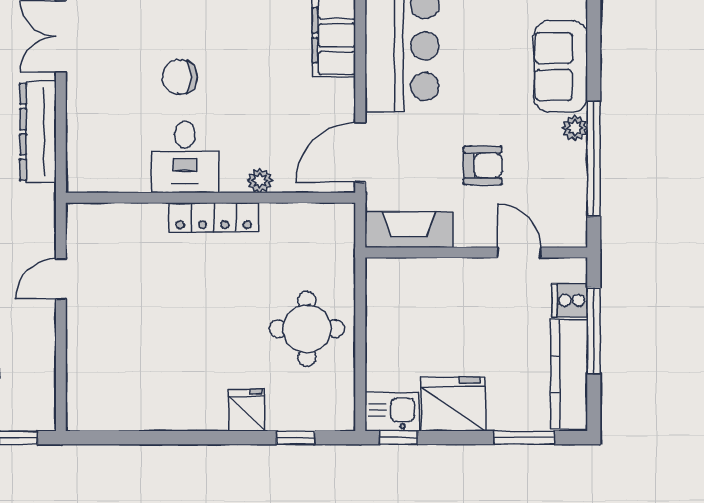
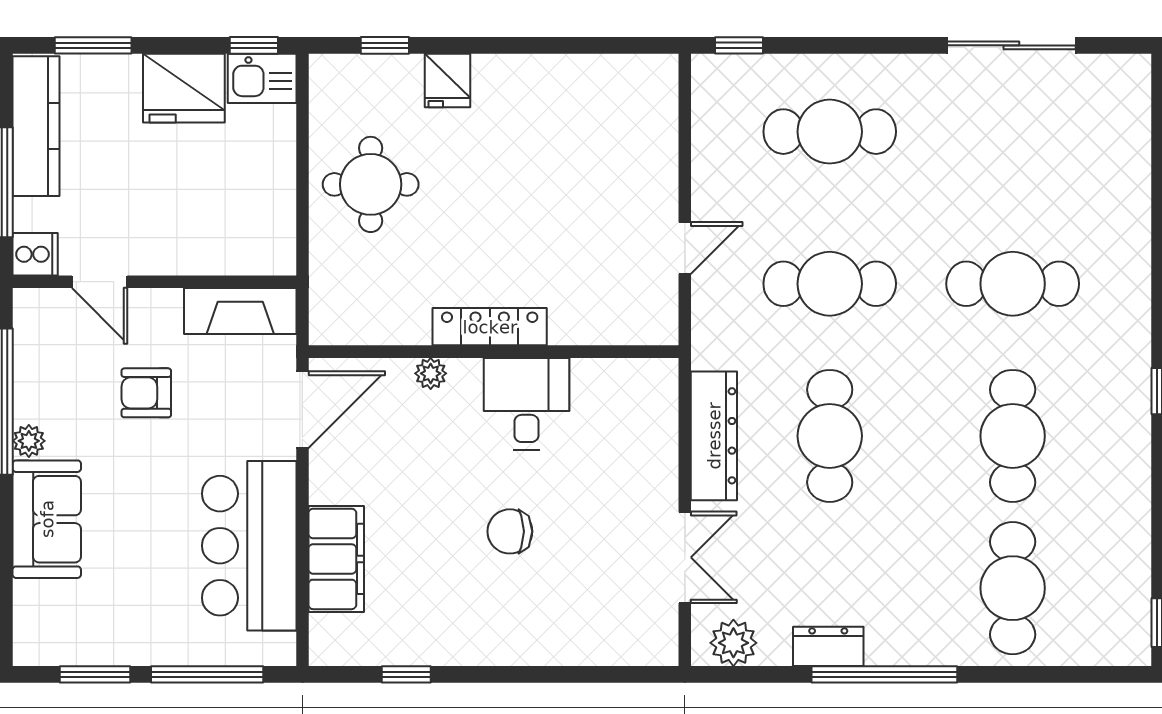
chair: (180, 77) -> (510, 531), moved, turned 180
cooker: (570, 300) -> (35, 254), moved

